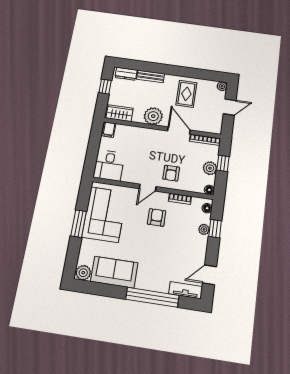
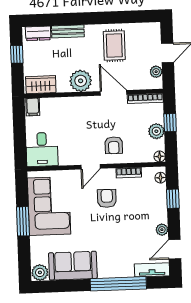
plant: (222, 86) -> (156, 72), moved
plant: (204, 229) -> (162, 230), moved

